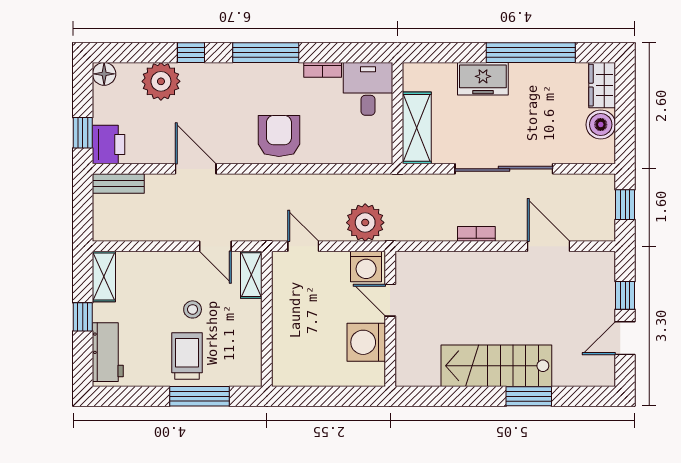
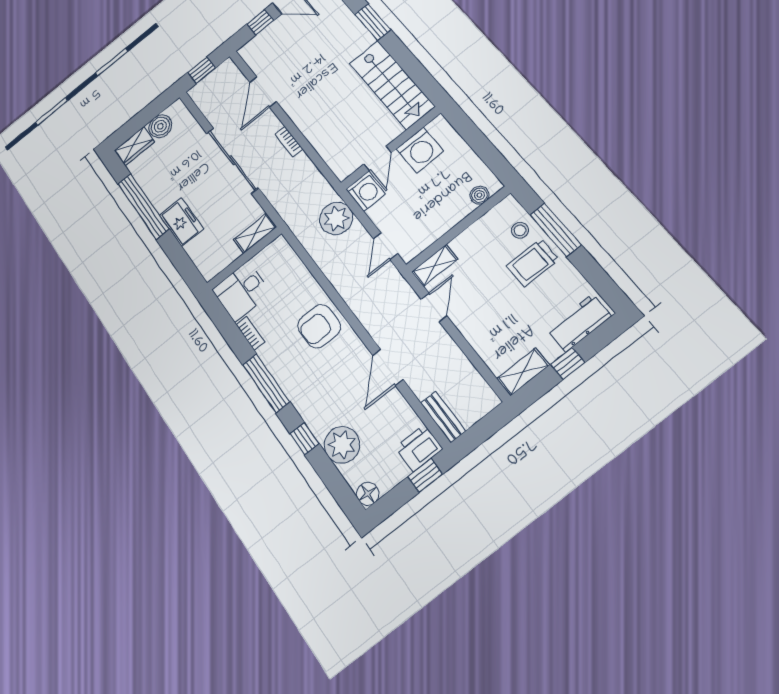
shelving: (417, 128) -> (255, 233), width x0.67, depth x0.75
stool: (193, 309) -> (520, 230), moved
boiler: (282, 360) -> (479, 195), added
stairs: (496, 366) -> (392, 85), moved

